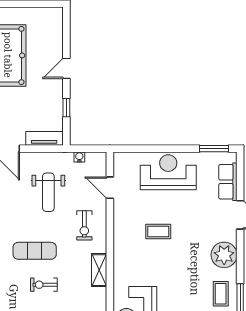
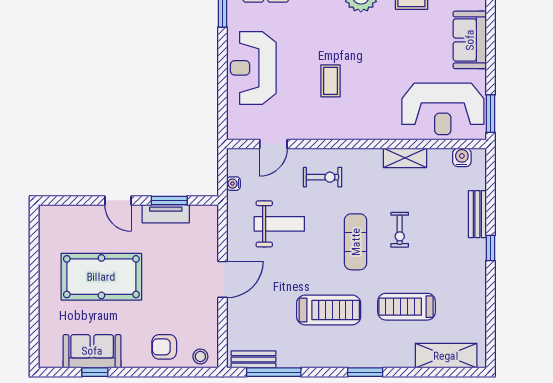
window: (66, 108) -> (169, 200), width x1.50
tv unit: (44, 138) -> (166, 214), moved, turned -90
shelving: (99, 270) -> (405, 158), moved

